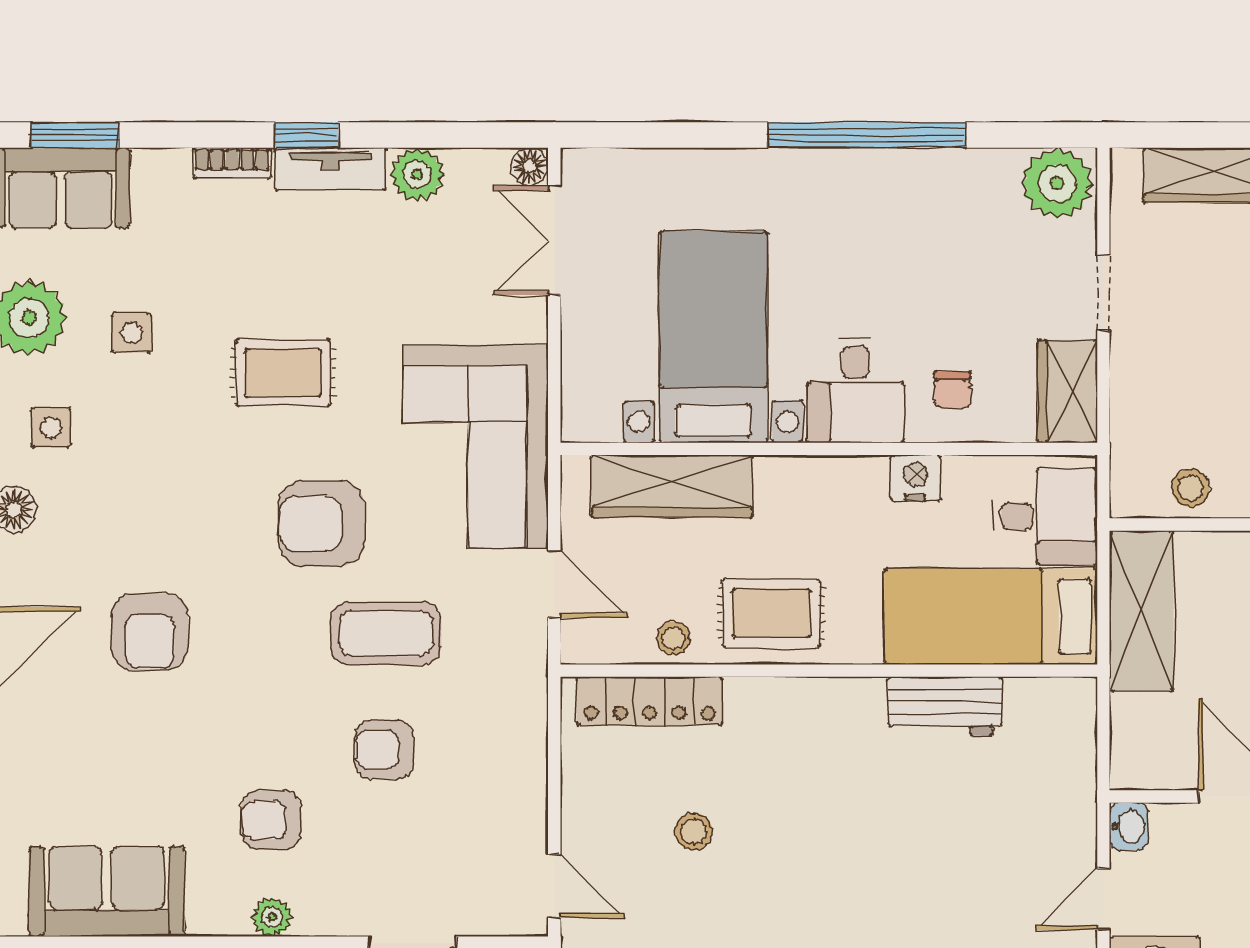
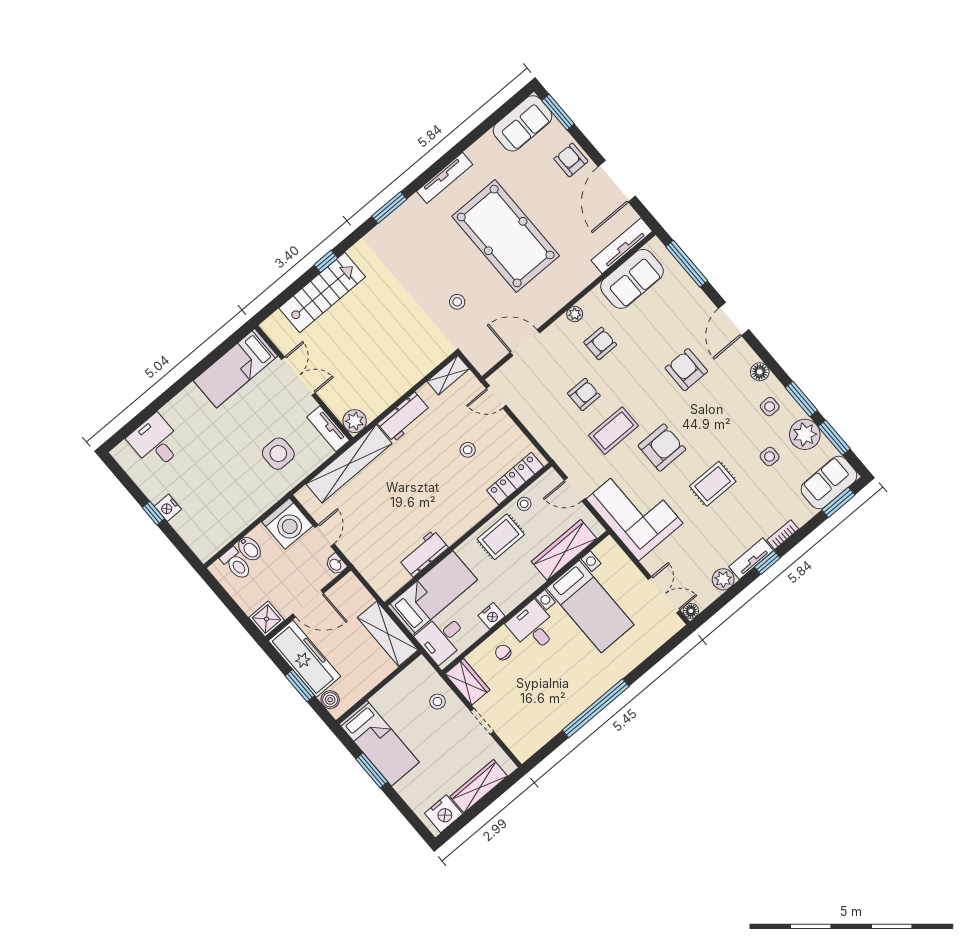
plant: (1057, 183) -> (525, 743), removed
stool: (1191, 488) -> (438, 702), moved

